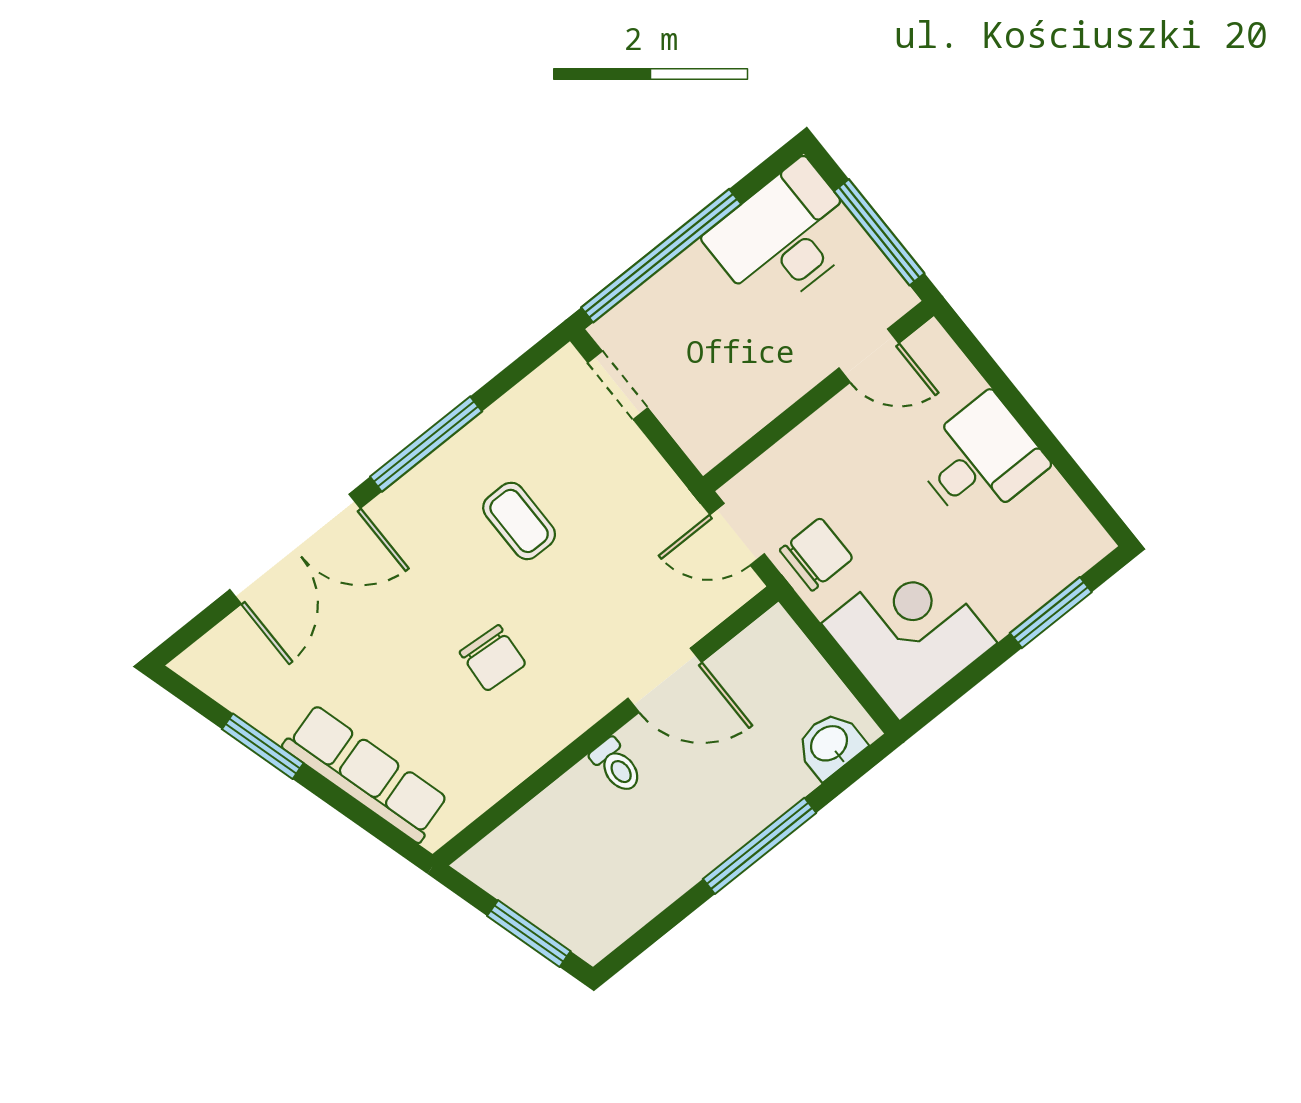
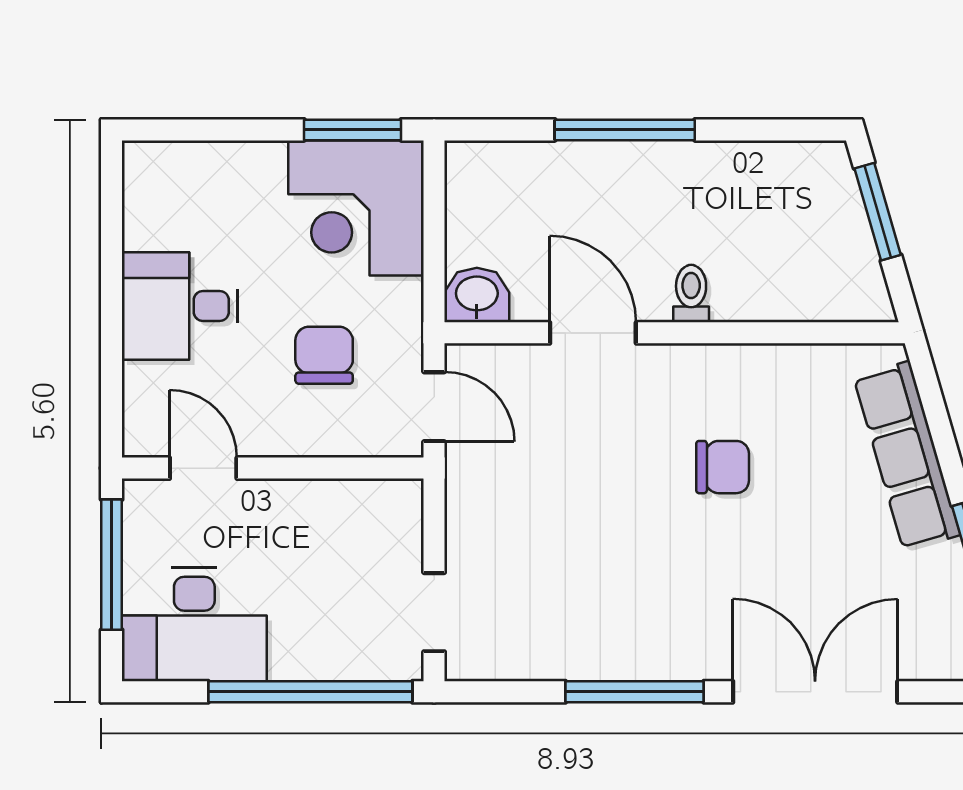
coffee table: (519, 521) -> (608, 565), removed
chair: (816, 554) -> (324, 355), moved, turned 90
window: (1051, 613) -> (353, 130), moved
chair: (493, 658) -> (723, 467), turned 86
washbasin: (830, 744) -> (477, 295), moved, turned 180

